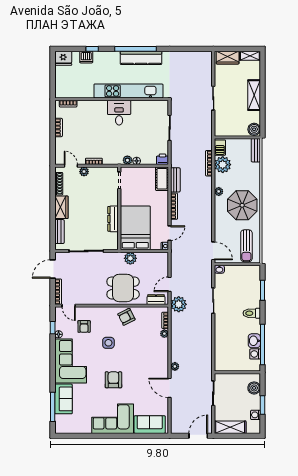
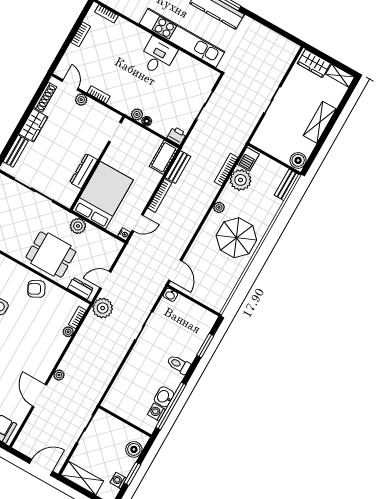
sun lounger: (246, 246) -> (216, 286), removed

